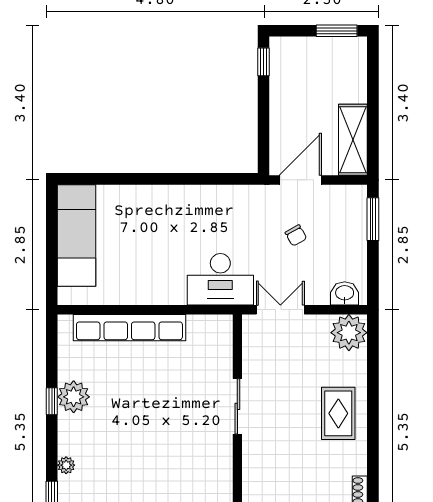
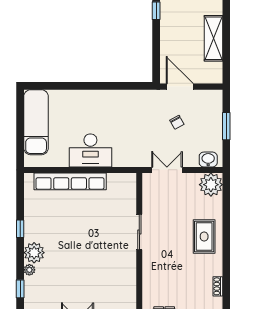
shelving: (353, 140) -> (213, 38), moved
door: (300, 180) -> (180, 87), hinge flipped
window: (373, 219) -> (226, 126), moved
desk: (220, 279) -> (90, 150), moved
plant: (74, 397) -> (34, 253), moved

